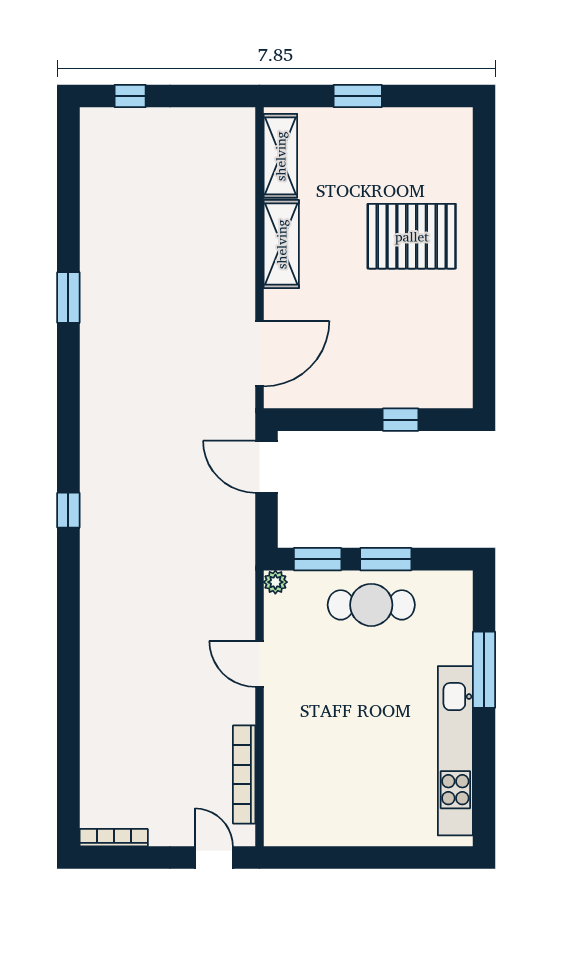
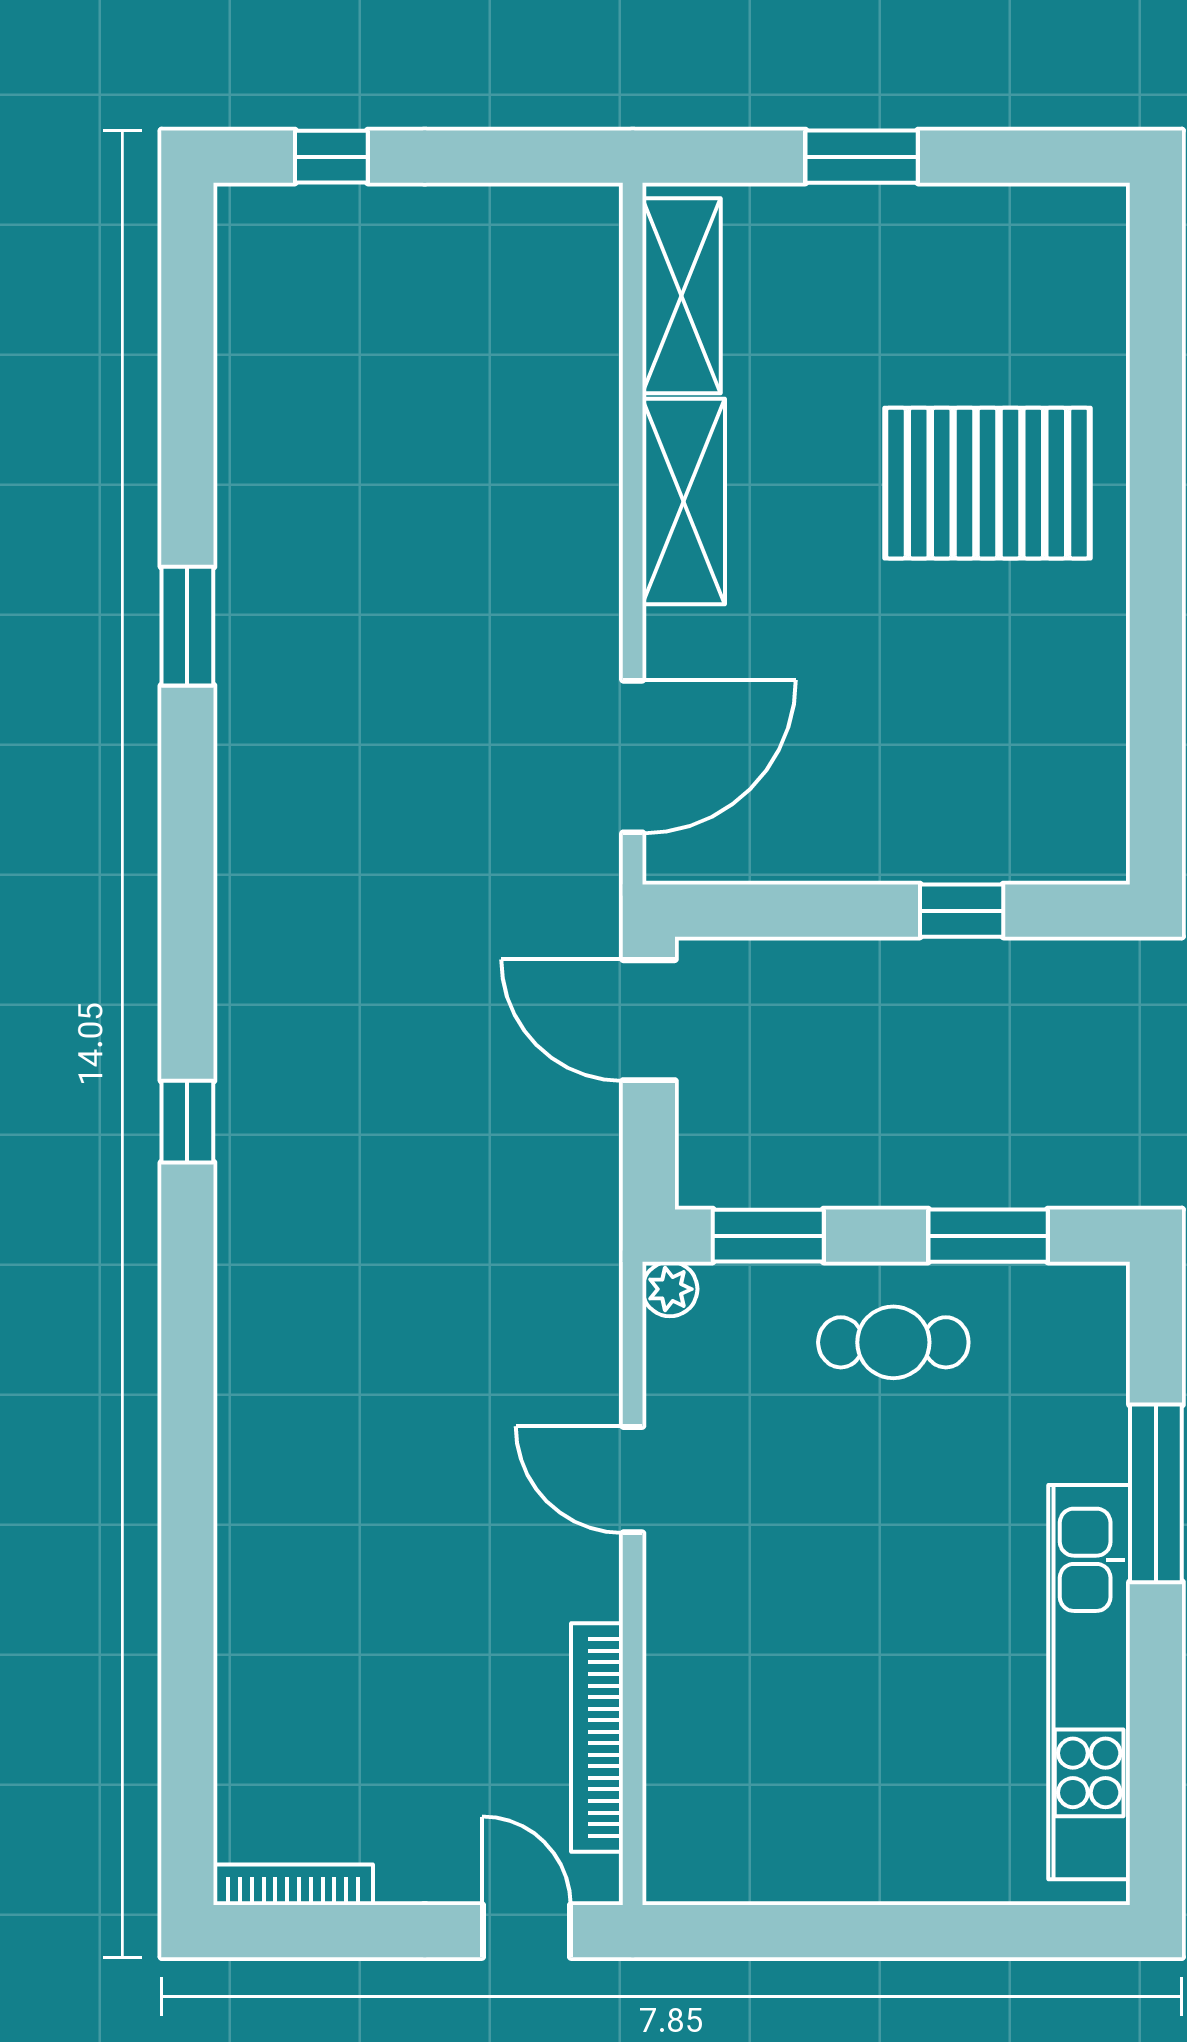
window: (386, 559) -> (988, 1236), moved
cafe table: (371, 605) -> (893, 1342), width x0.73, depth x0.74

